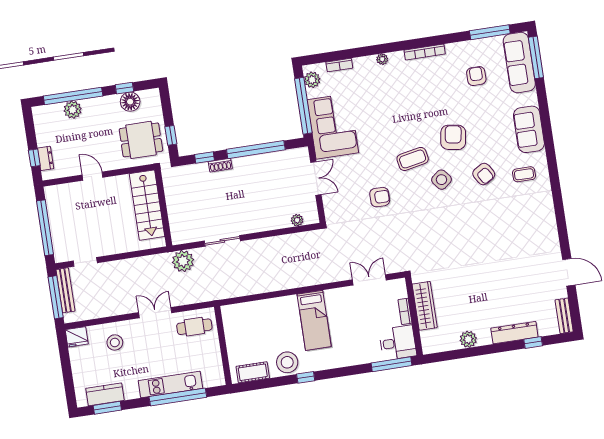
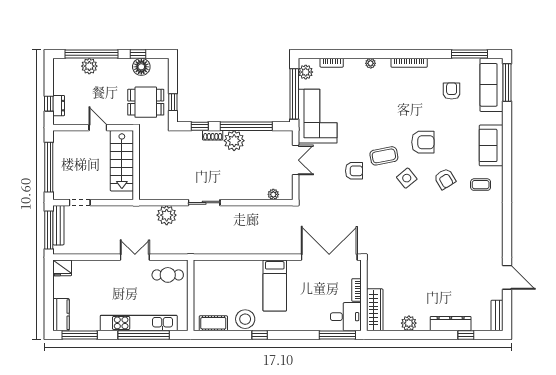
armchair: (453, 137) -> (423, 142), turned 81
plant: (245, 167) -> (234, 141), added
armchair: (380, 197) -> (354, 171), moved
stairs: (147, 205) -> (122, 161), moved
wall: (163, 208) -> (136, 165), moved
double door: (369, 280) -> (329, 257), width x1.87
wardrobe: (425, 306) -> (375, 310), moved
stool: (115, 342) -> (95, 278), removed
kitchen unit: (170, 385) -> (139, 323), width x1.36
kitchen counter: (105, 394) -> (61, 315), moved, turned 90
window: (107, 408) -> (80, 335), width x1.44

